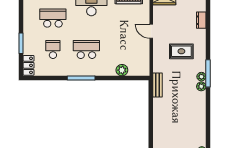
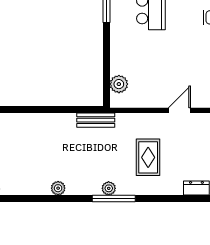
plant: (122, 70) -> (119, 84), moved
plant: (201, 86) -> (58, 188), moved

